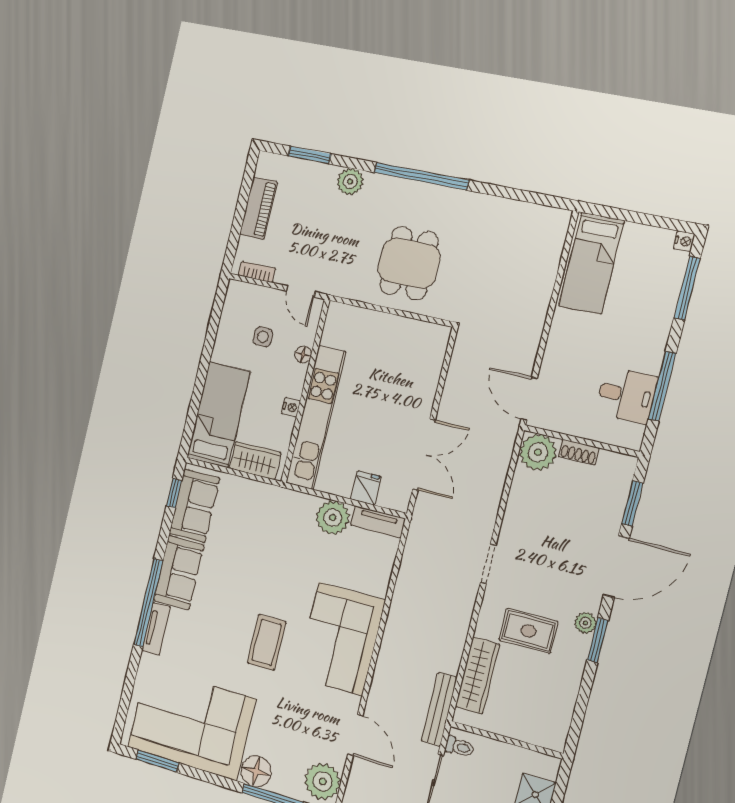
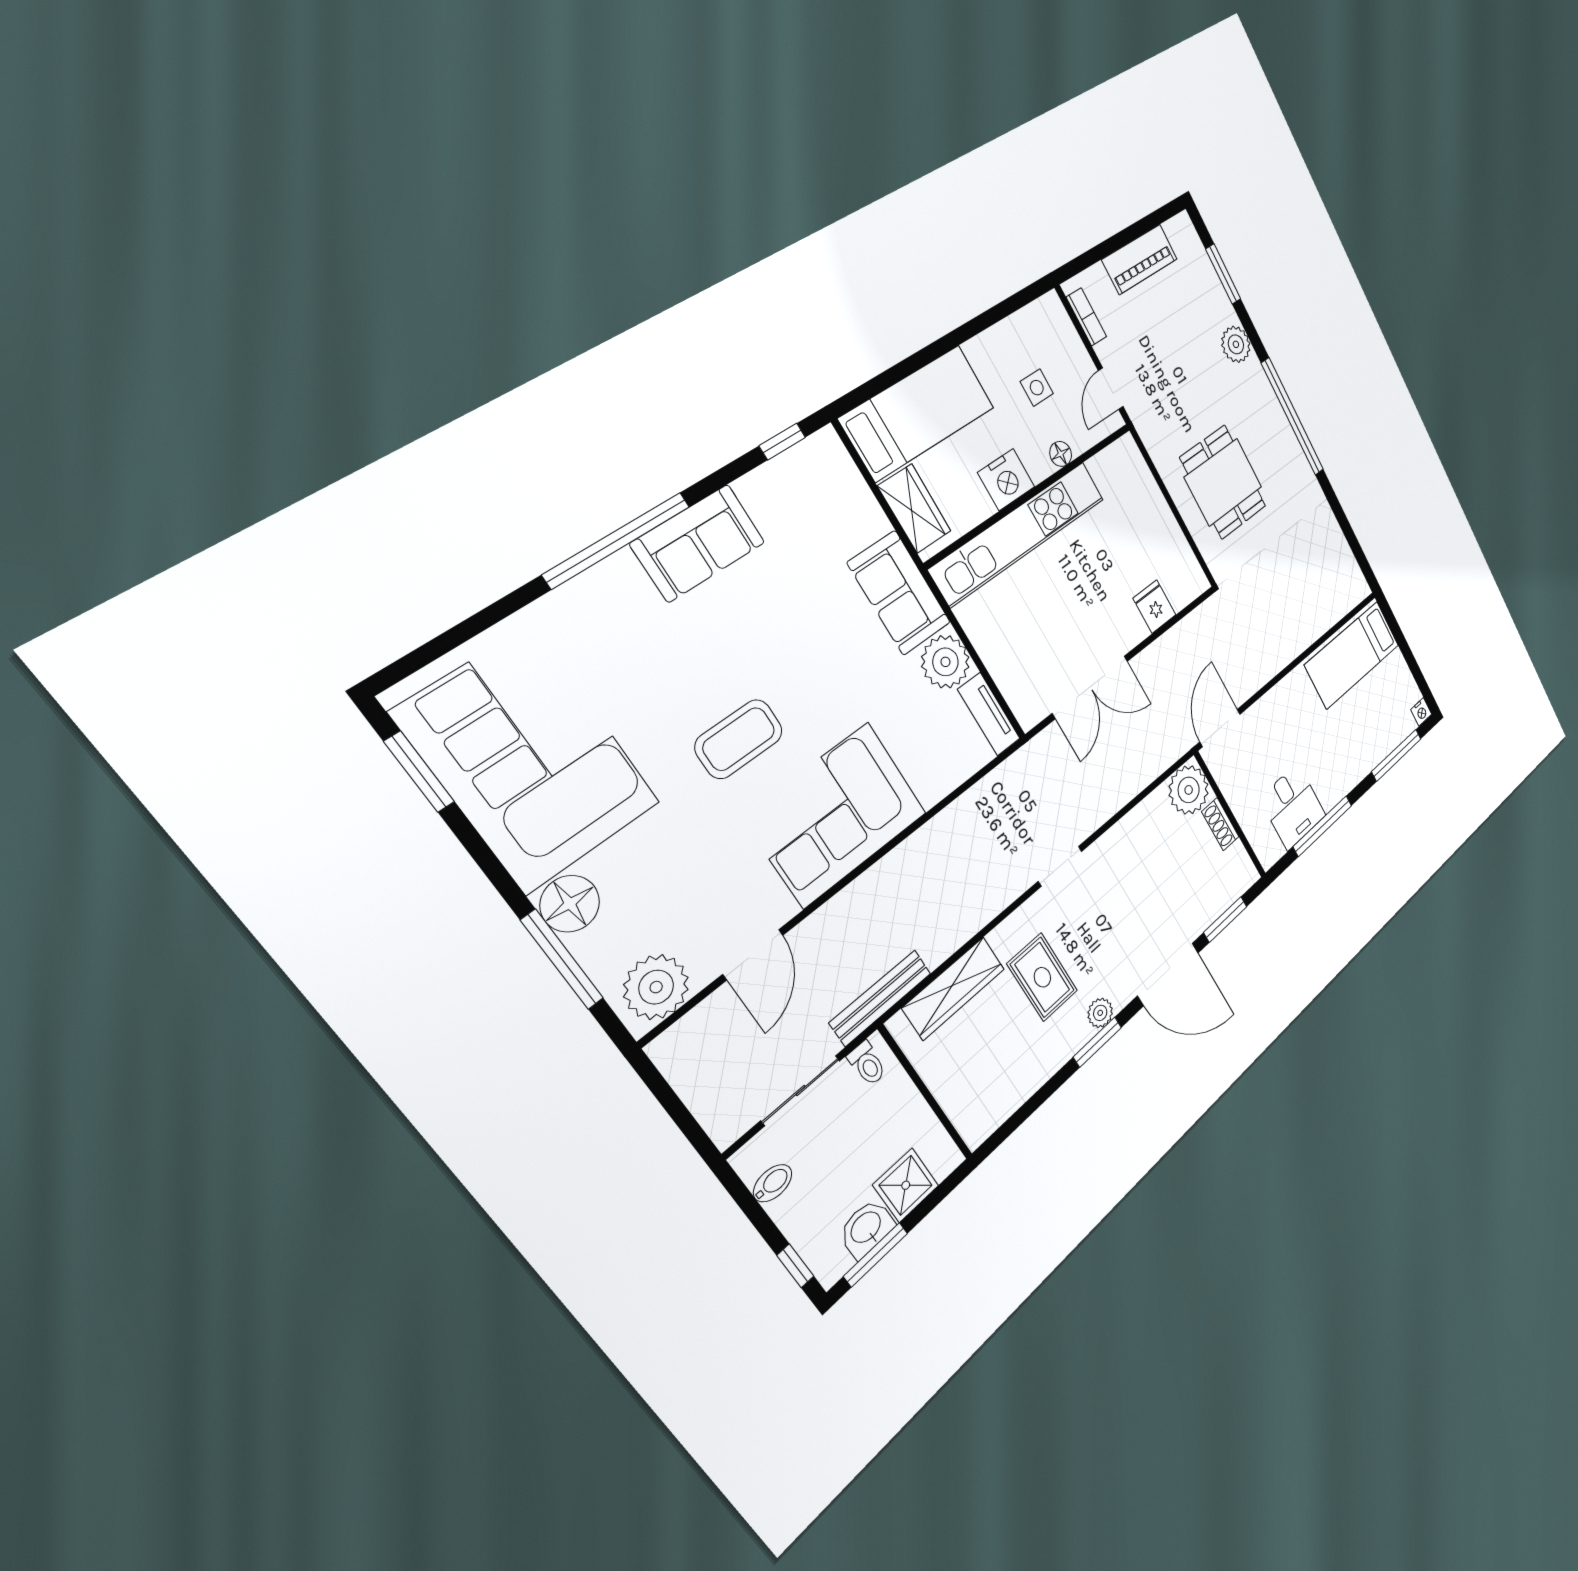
dining table: (409, 263) -> (1223, 482), turned 90
nightstand: (291, 407) -> (1006, 480), width x1.89, depth x1.79
fridge: (366, 488) -> (1154, 607), moved, turned -90
sofa: (194, 506) -> (899, 593), moved, turned 90
tv unit: (156, 629) -> (596, 584), removed

